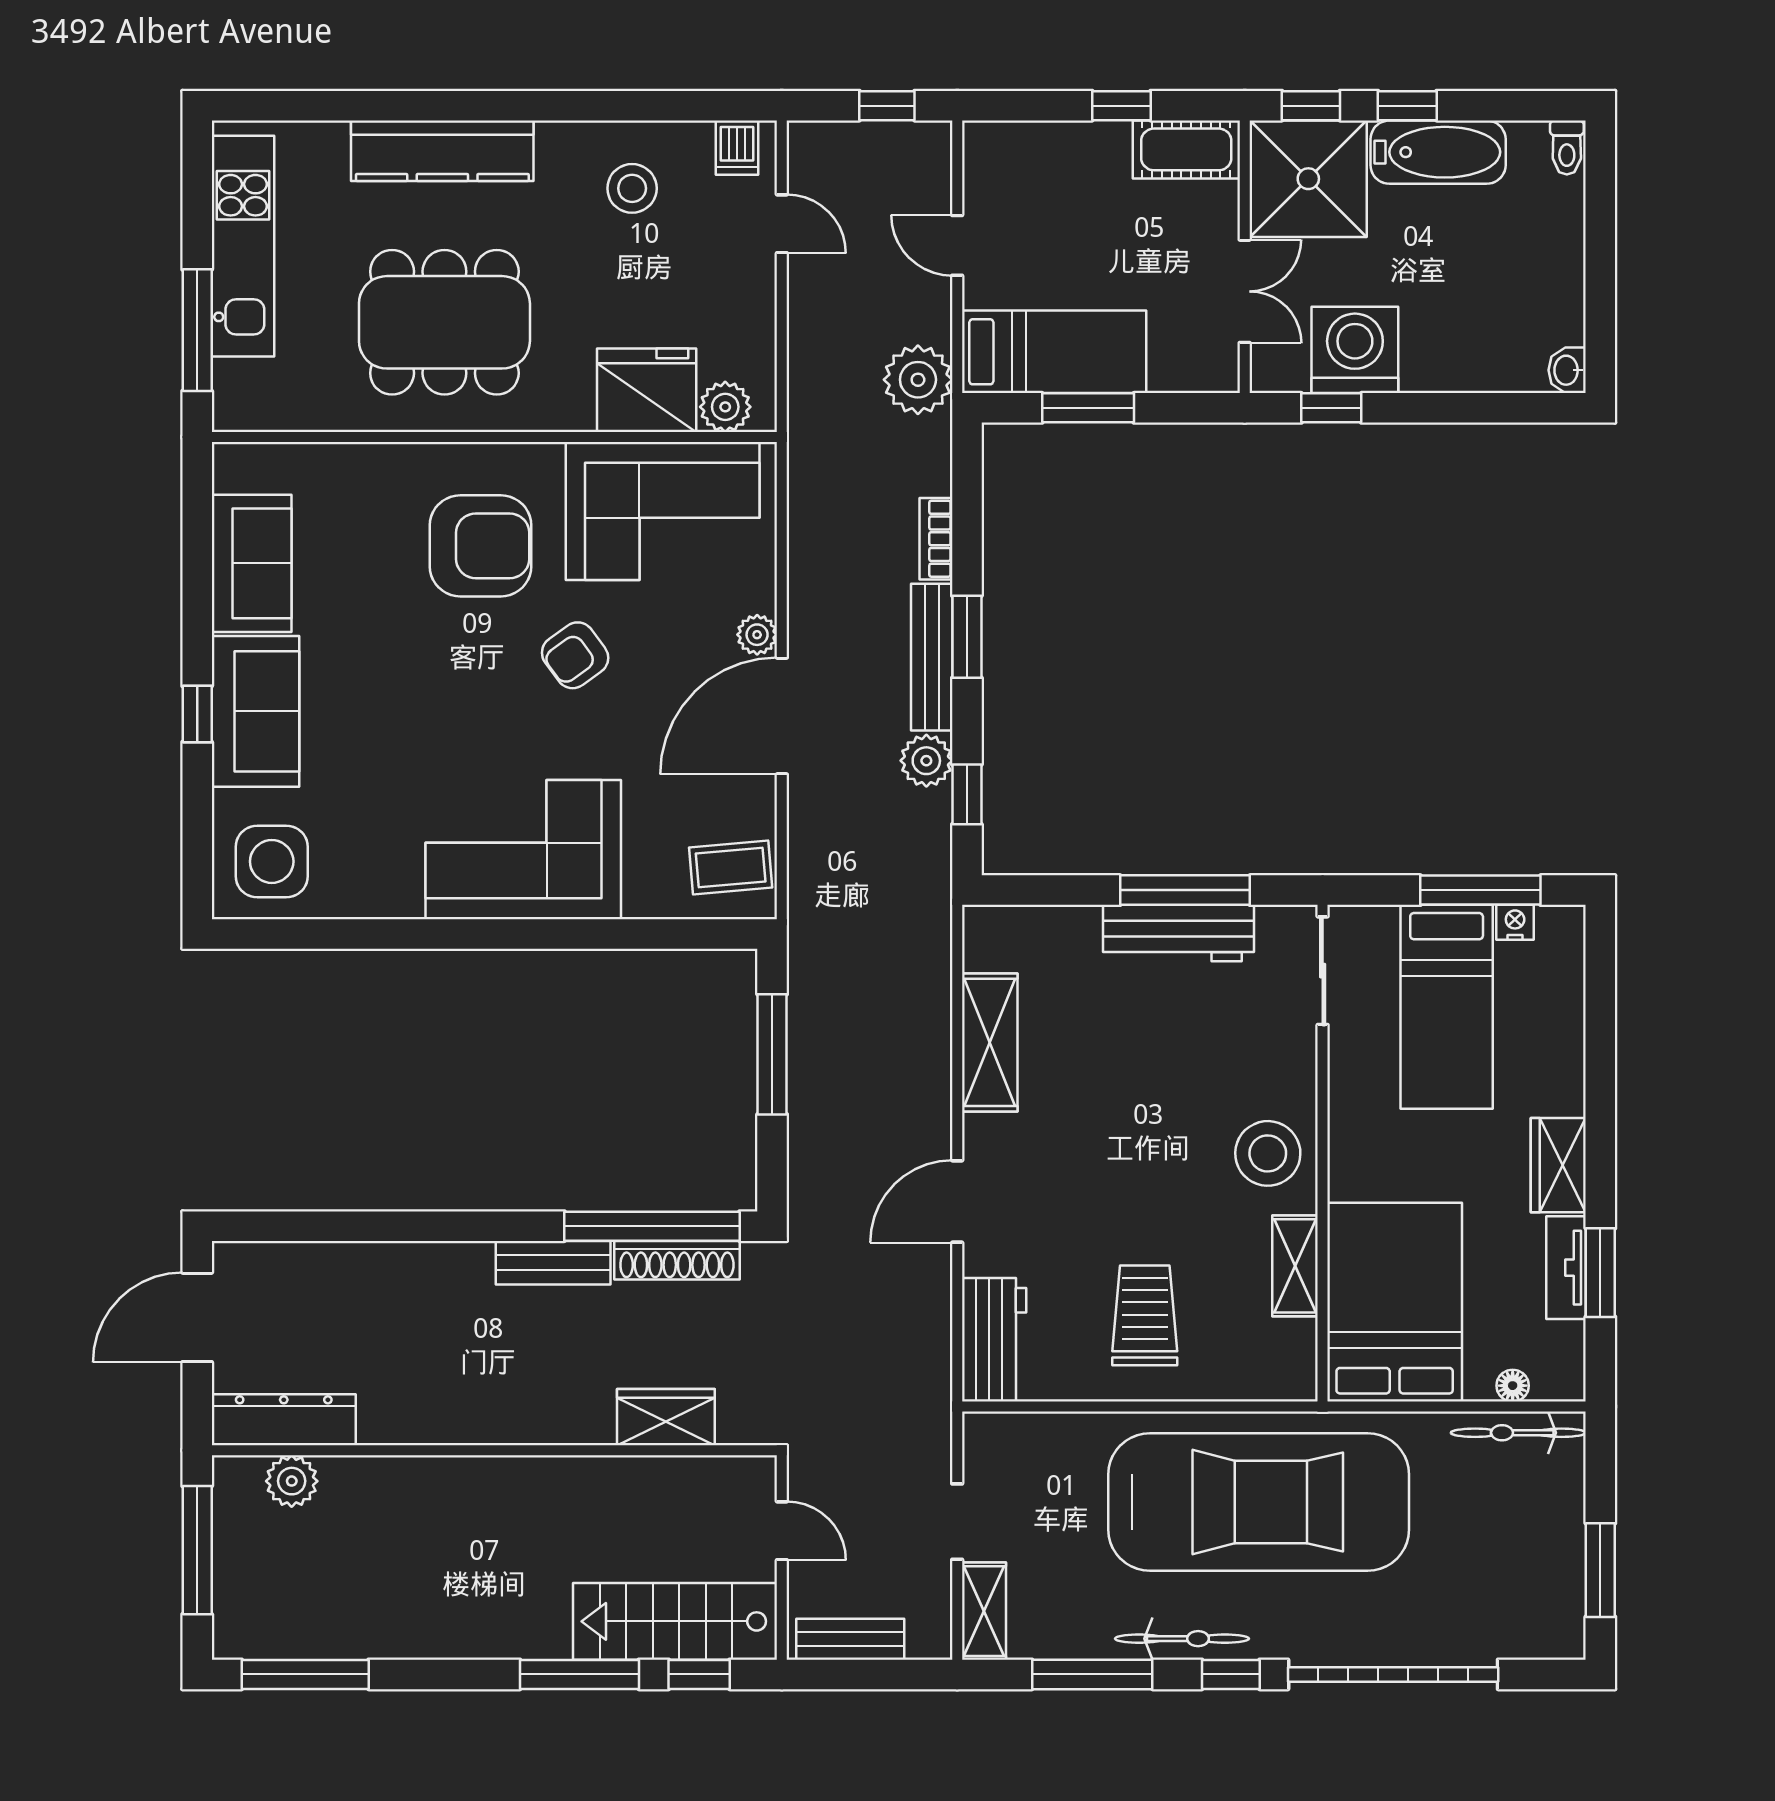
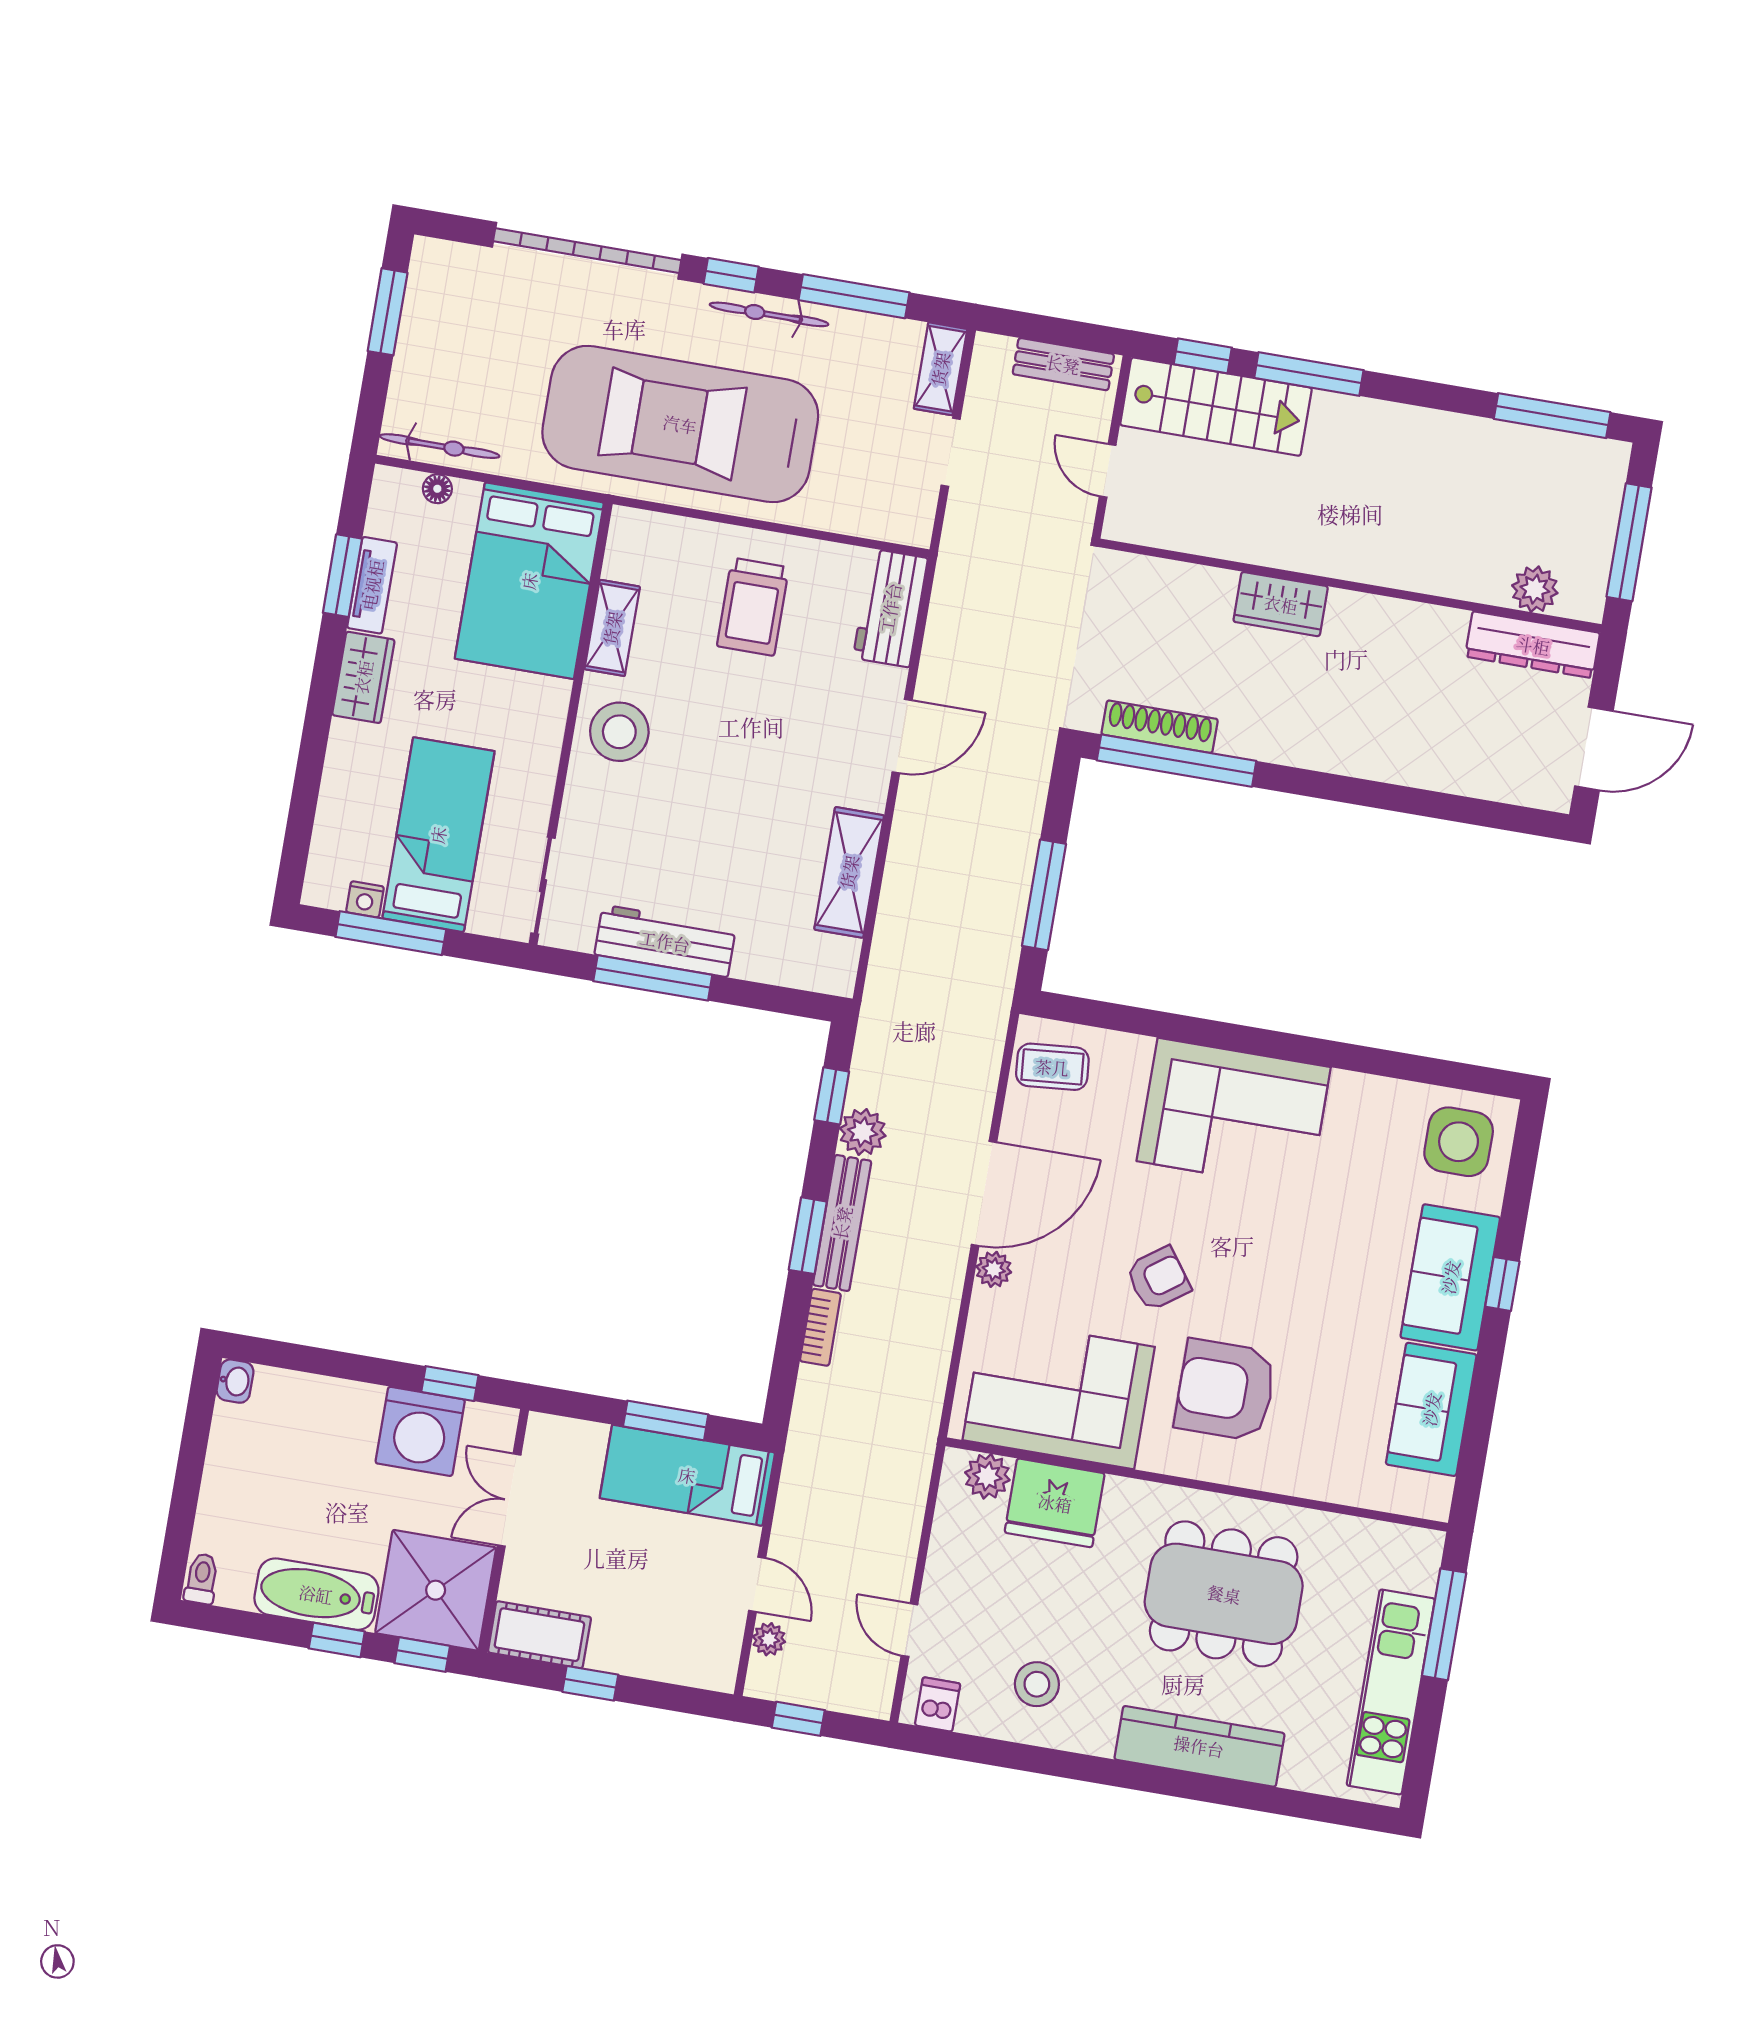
plant: (918, 380) -> (769, 1639), moved, width x0.53, depth x0.53
bench: (553, 1263) -> (1270, 743), removed
wardrobe: (666, 1417) -> (1281, 604), moved

